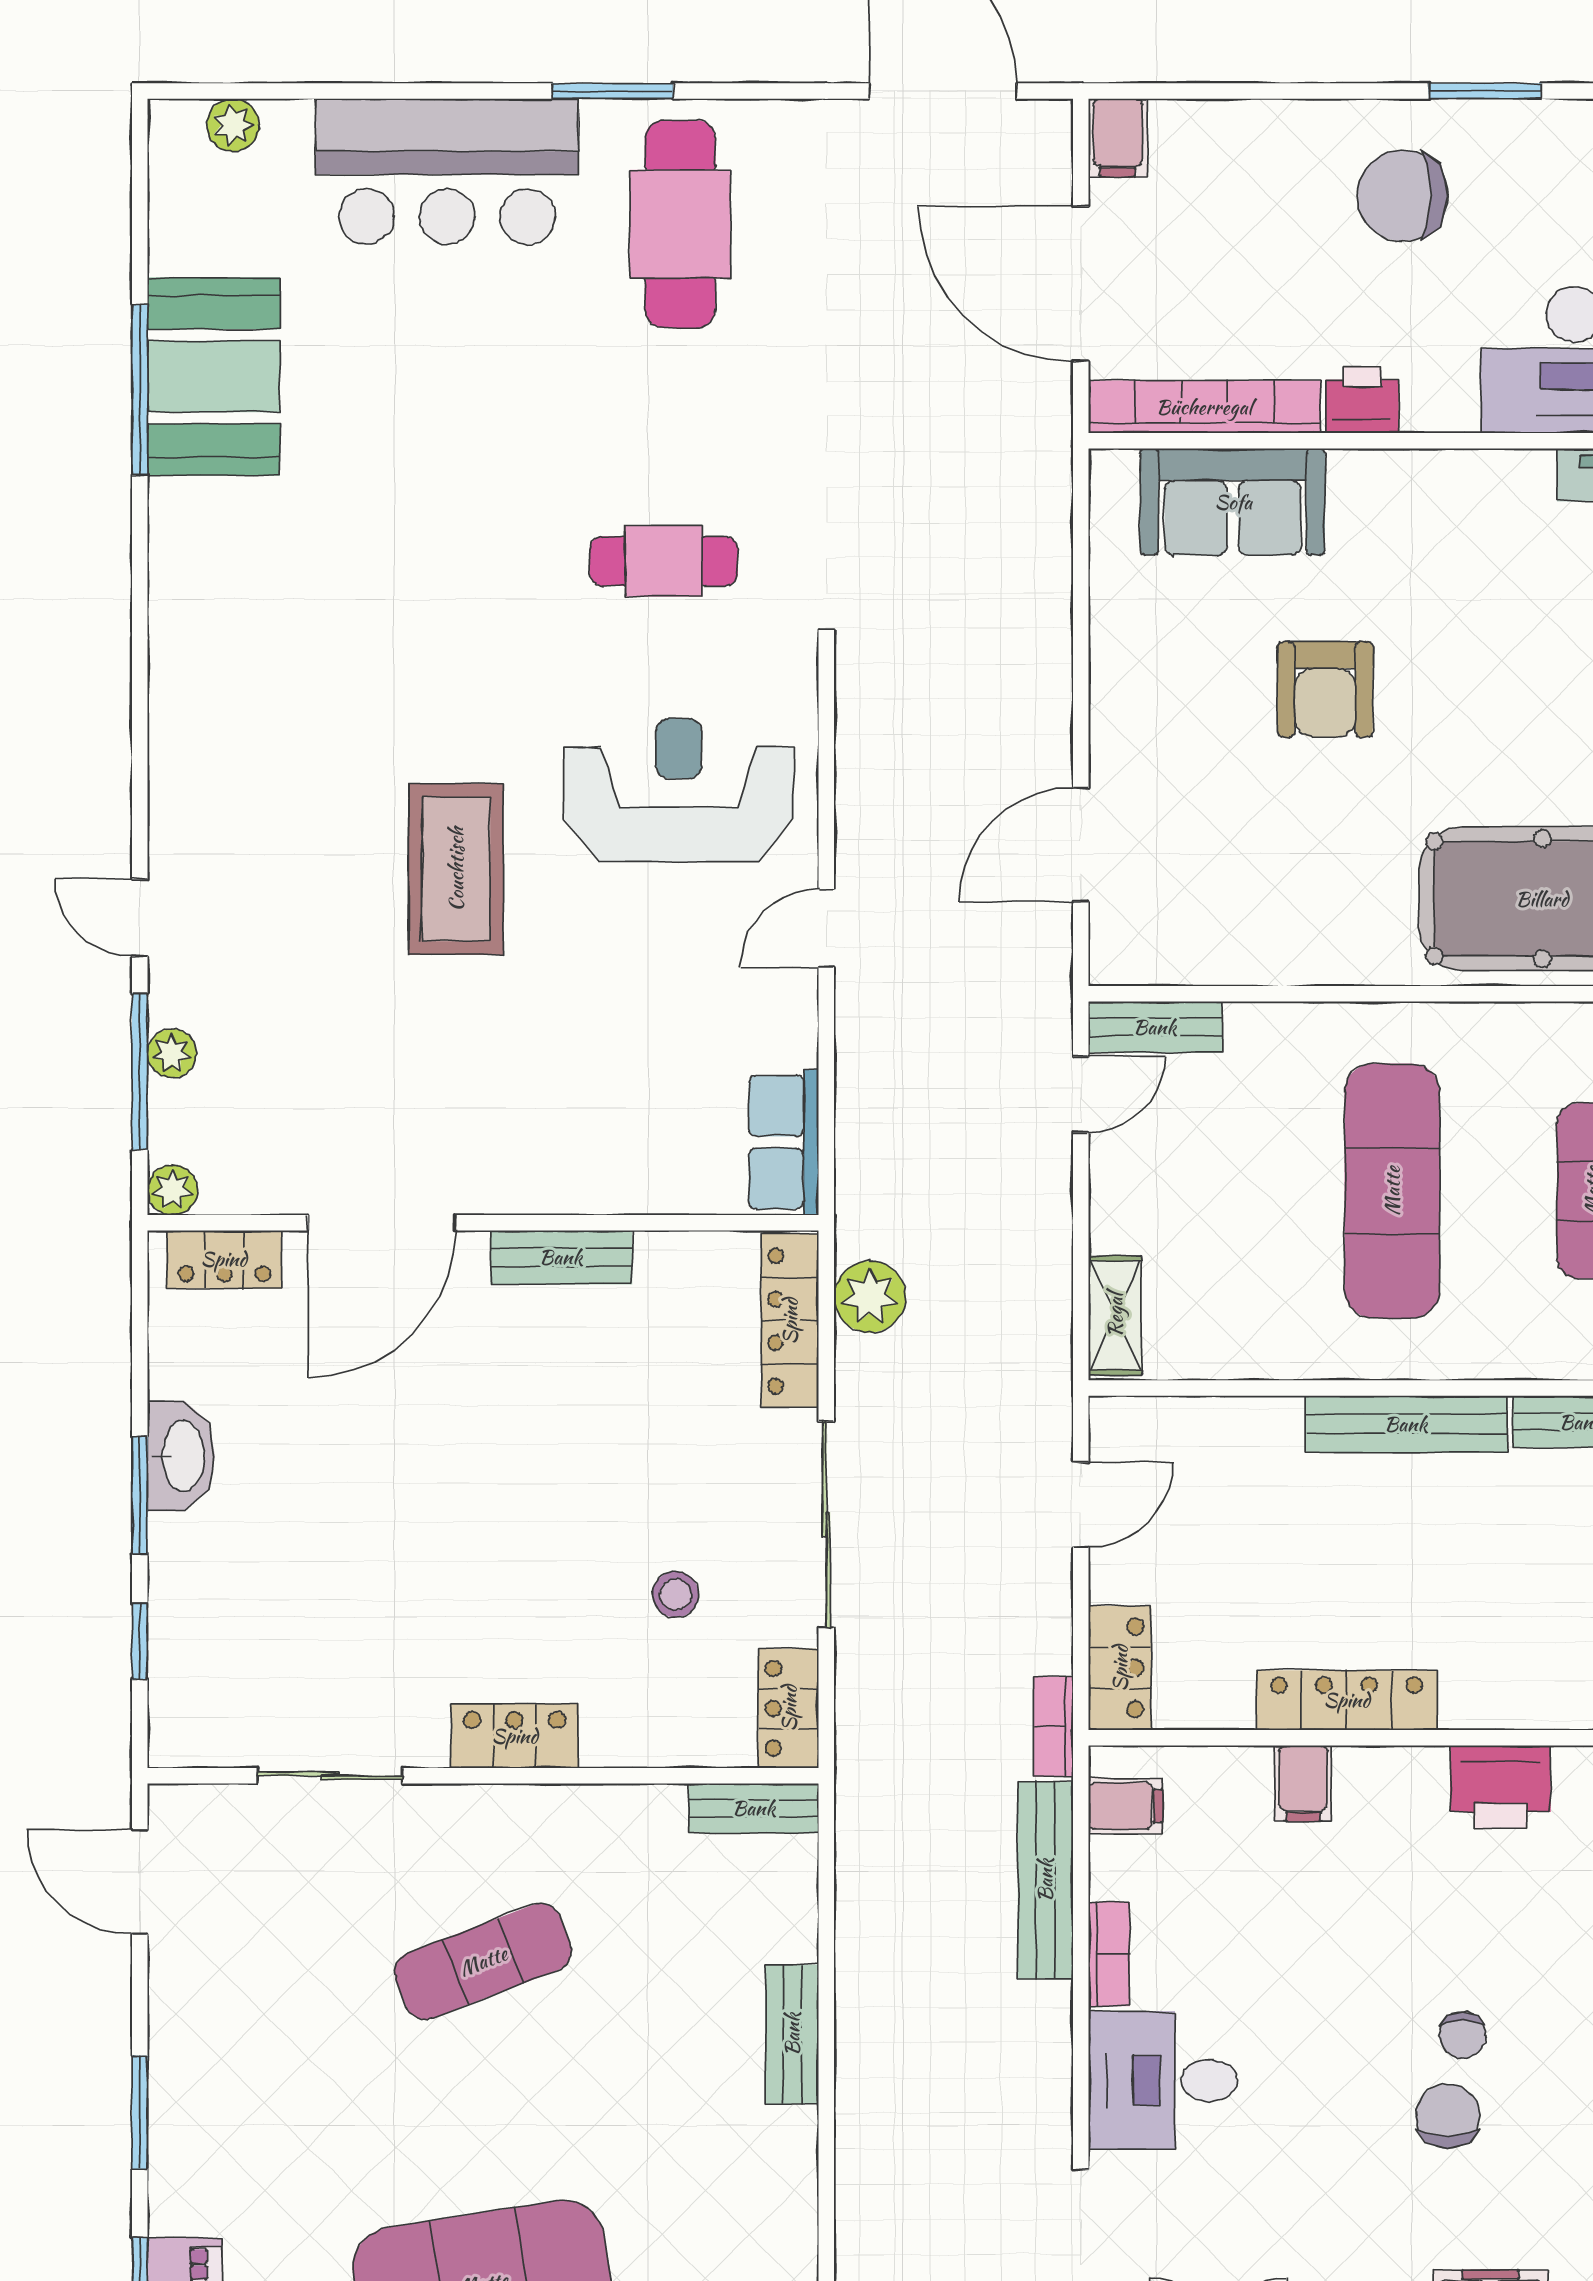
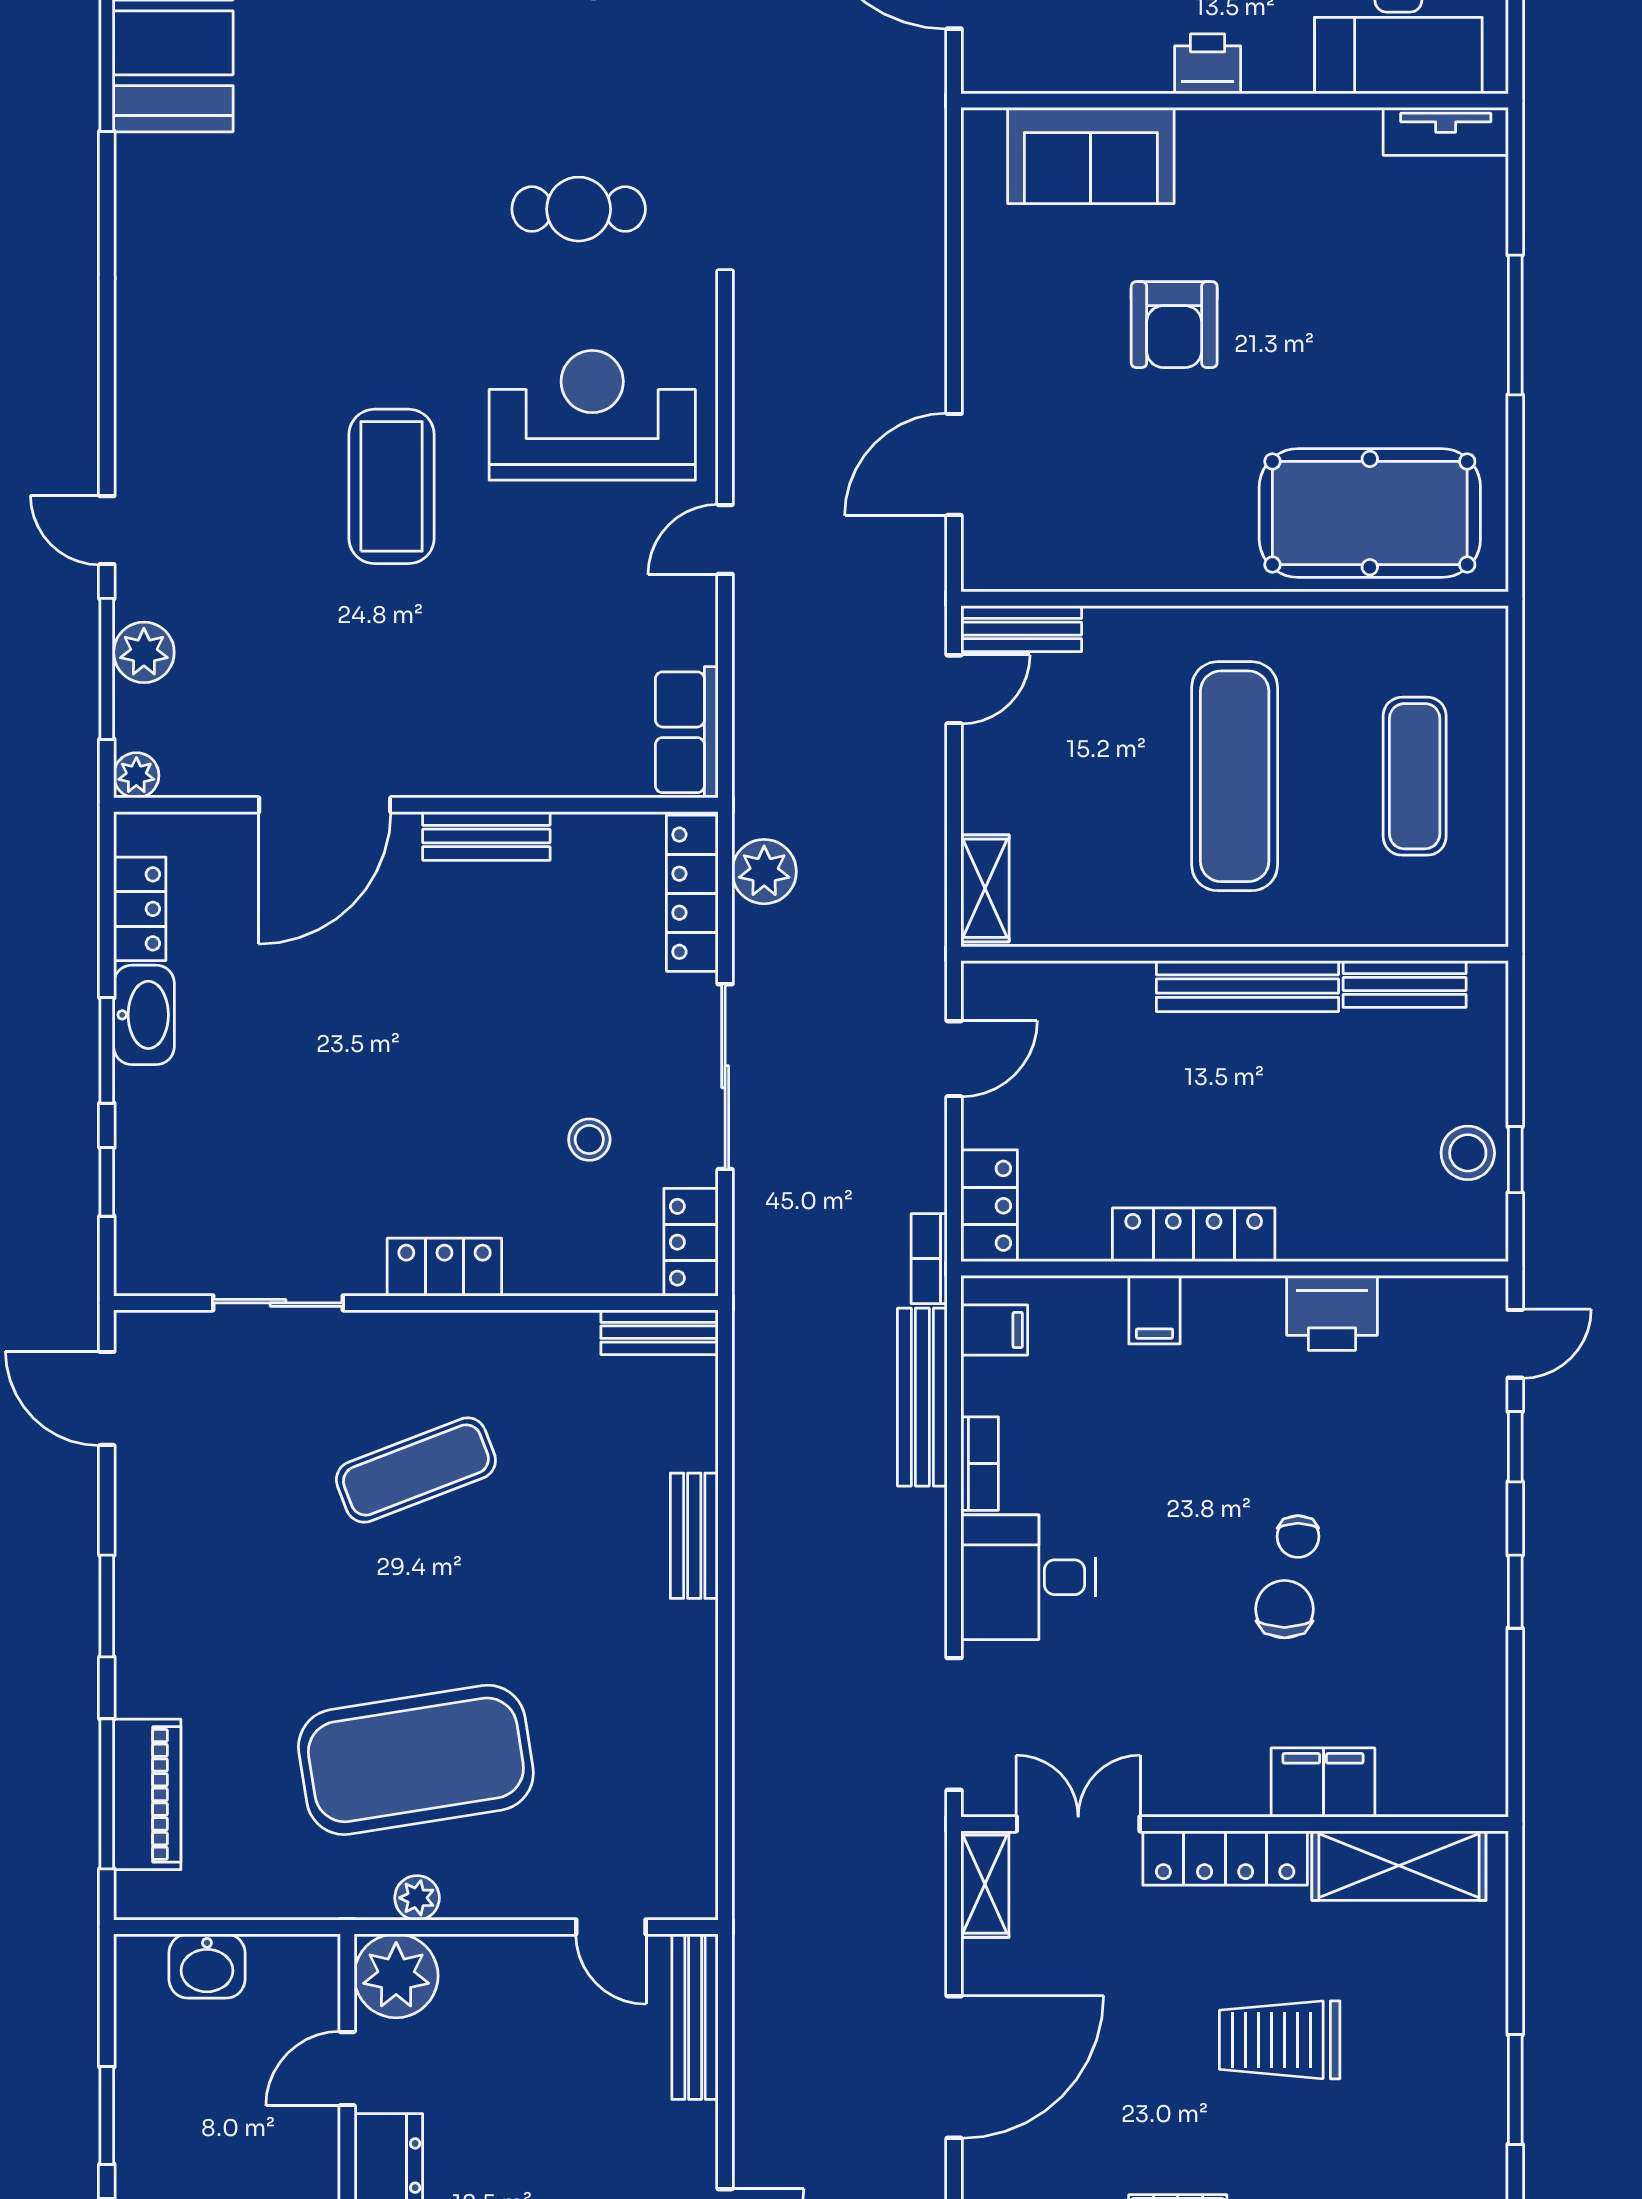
bookcase: (1204, 407) -> (1066, 70), removed
plant: (172, 1053) -> (144, 652), width x1.38, depth x1.38
locker: (224, 1259) -> (140, 909), moved, turned -90

